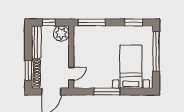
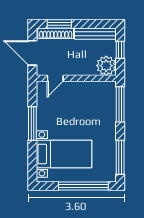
window: (133, 22) -> (120, 157), width x1.44
door: (71, 74) -> (55, 78), hinge flipped

